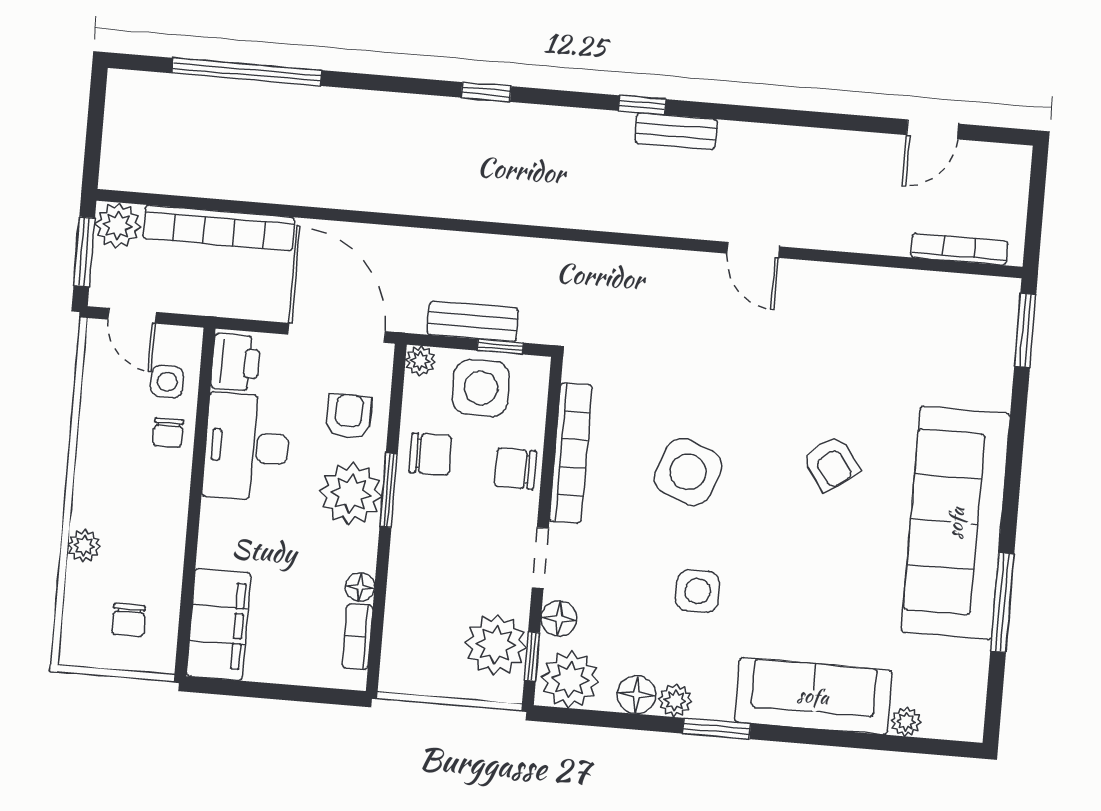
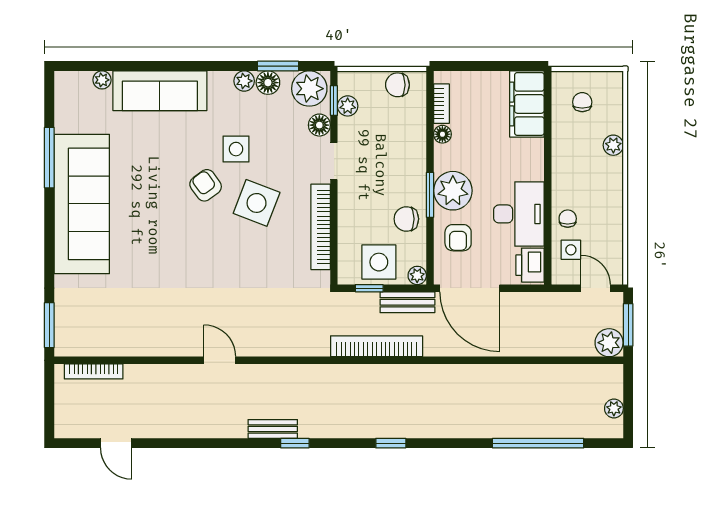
plant: (119, 118) -> (614, 408), added
door: (932, 129) -> (116, 443), swing flipped
bookcase: (219, 228) -> (377, 346), moved
bench: (473, 321) -> (407, 302), moved
armchair: (831, 464) -> (206, 185), moved
chair: (515, 469) -> (397, 85), moved, turned 180
side table: (688, 472) -> (257, 203), moved
plant: (496, 645) -> (348, 106), width x0.53, depth x0.53
window: (717, 729) -> (278, 66), moved

